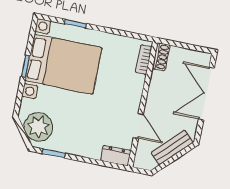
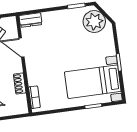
shoe rack: (161, 57) -> (20, 84), moved
bed with nightstands: (64, 64) -> (93, 82), width x0.73

